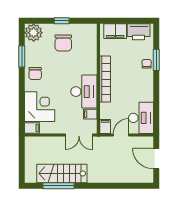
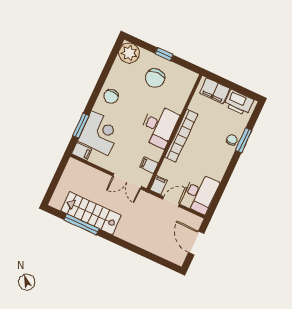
window: (22, 56) -> (81, 126), moved
desk: (84, 92) -> (159, 126), moved

